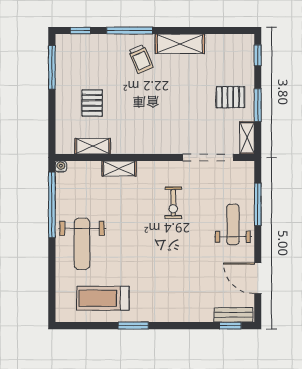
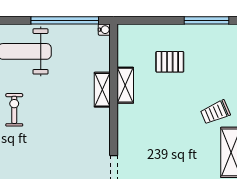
shelving: (93, 146) -> (125, 85), moved
exercise bike: (173, 203) -> (14, 110), moved, turned 90

